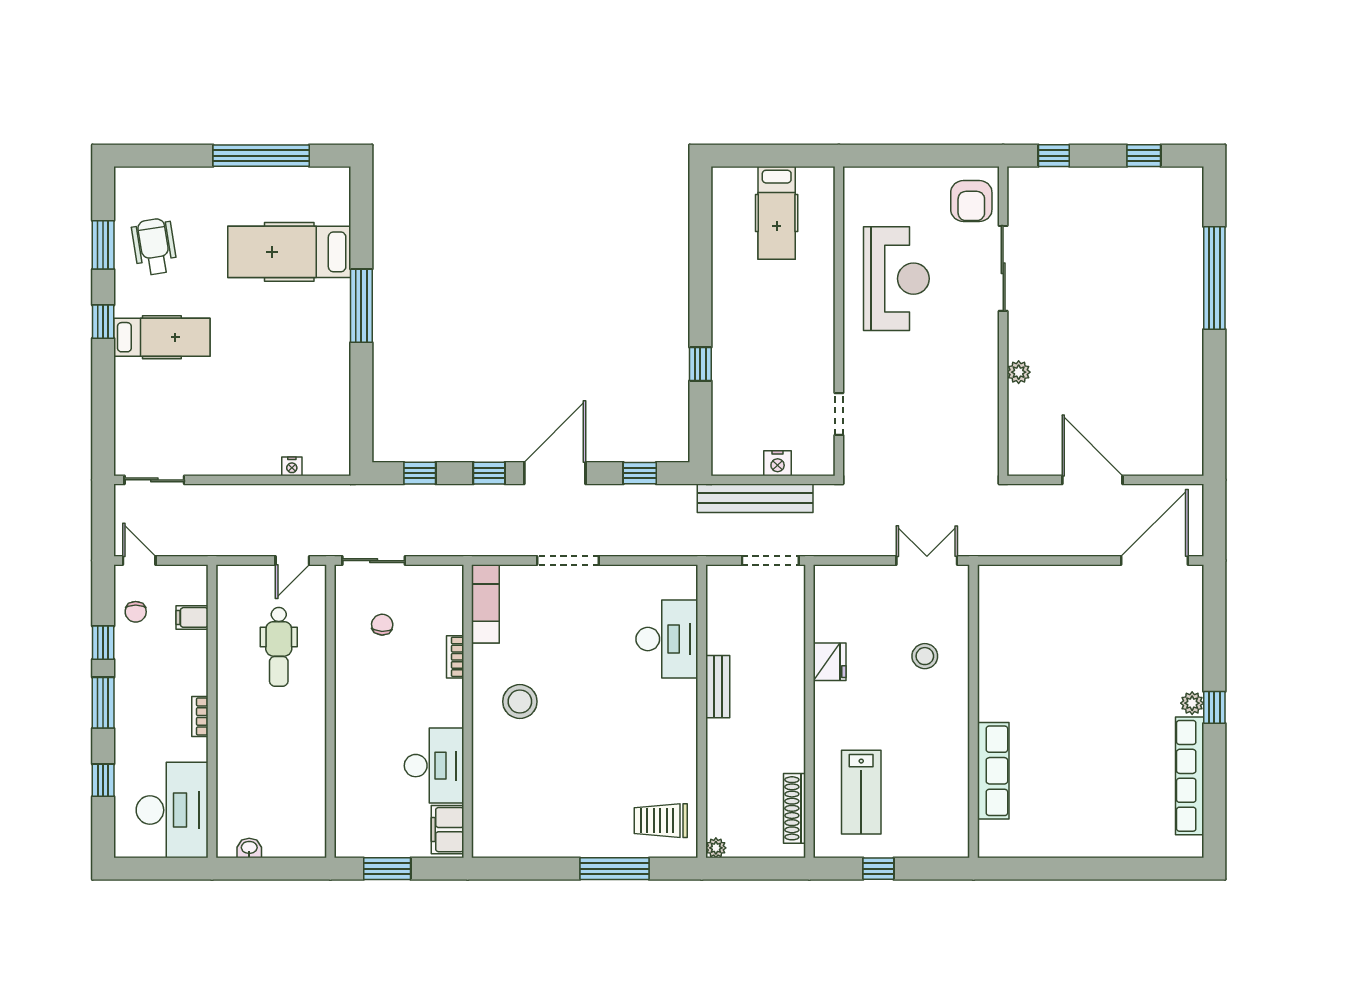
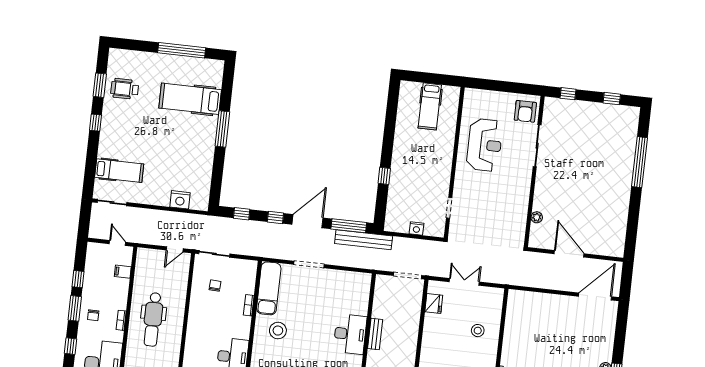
wheelchair: (154, 247) -> (125, 89), turned -81
hospital bed: (162, 337) -> (119, 171), moved
plant: (1019, 372) -> (537, 217), moved
nightstand: (292, 466) -> (180, 200), width x1.89, depth x1.79
window: (640, 473) -> (349, 226), width x2.17
bench: (755, 498) -> (364, 240), moved
door: (139, 561) -> (117, 243), moved
double door: (927, 561) -> (464, 282), moved
exam couch: (485, 604) -> (269, 288), width x1.36, depth x1.45
chair: (136, 612) -> (93, 315), moved
desk: (667, 639) -> (350, 334), moved
dental chair: (279, 647) -> (153, 319), moved, width x1.36, depth x1.38
fridge: (830, 662) -> (434, 303), moved

